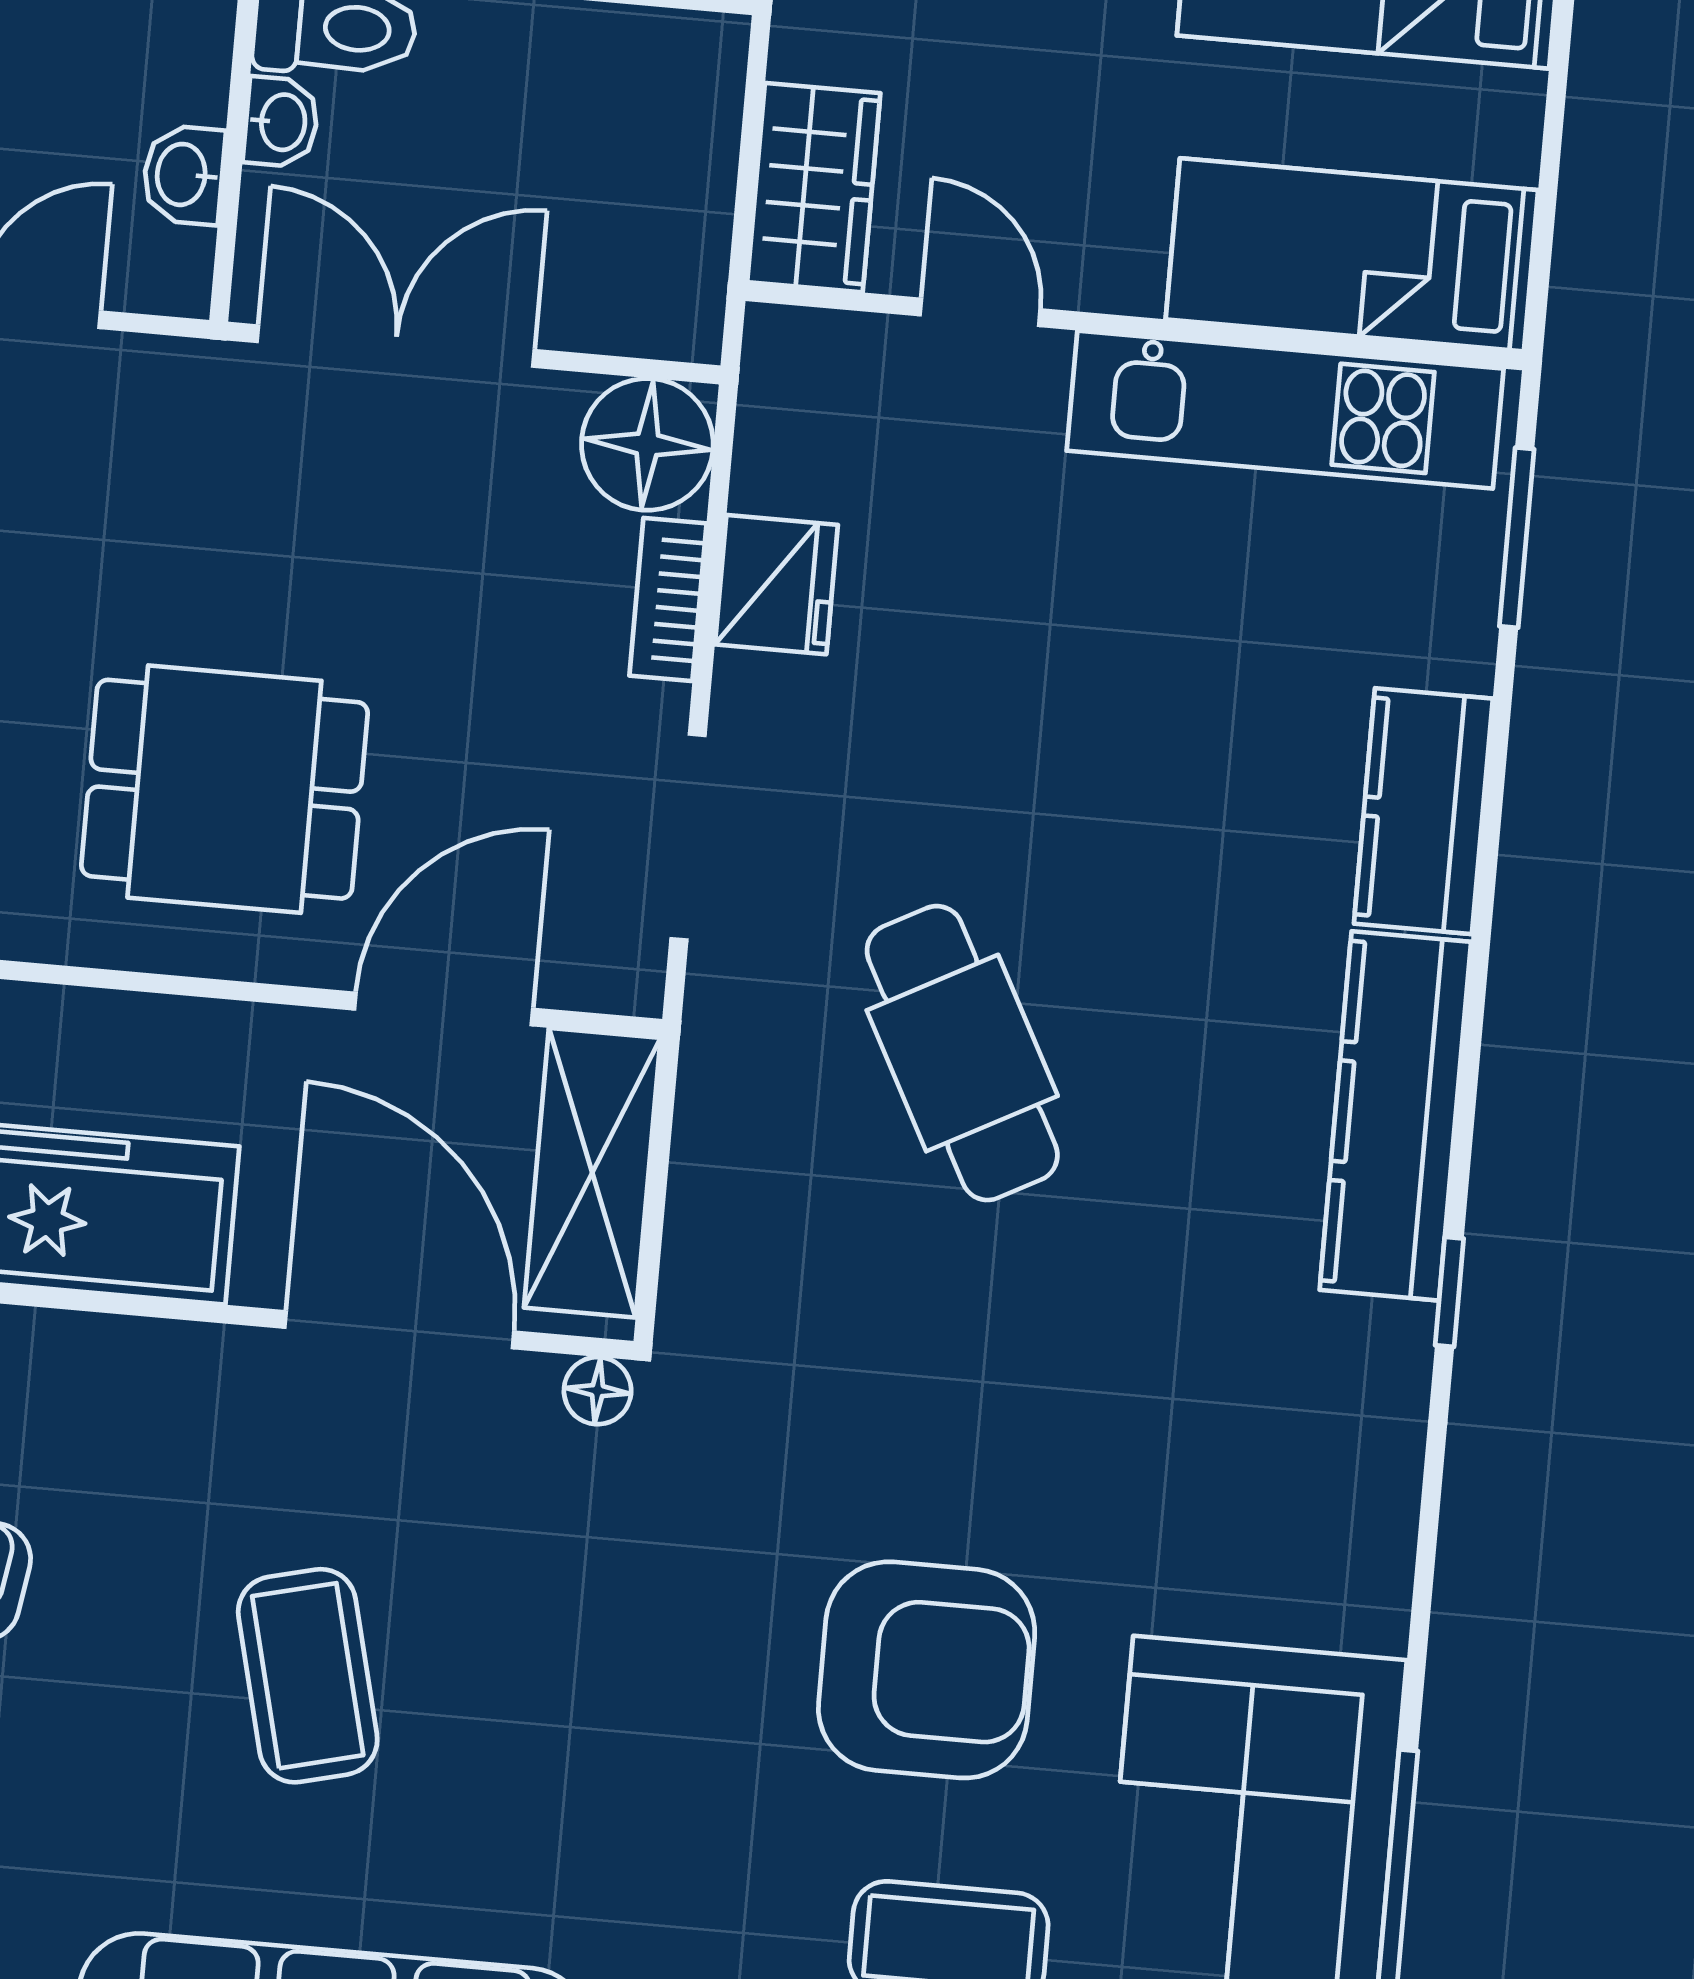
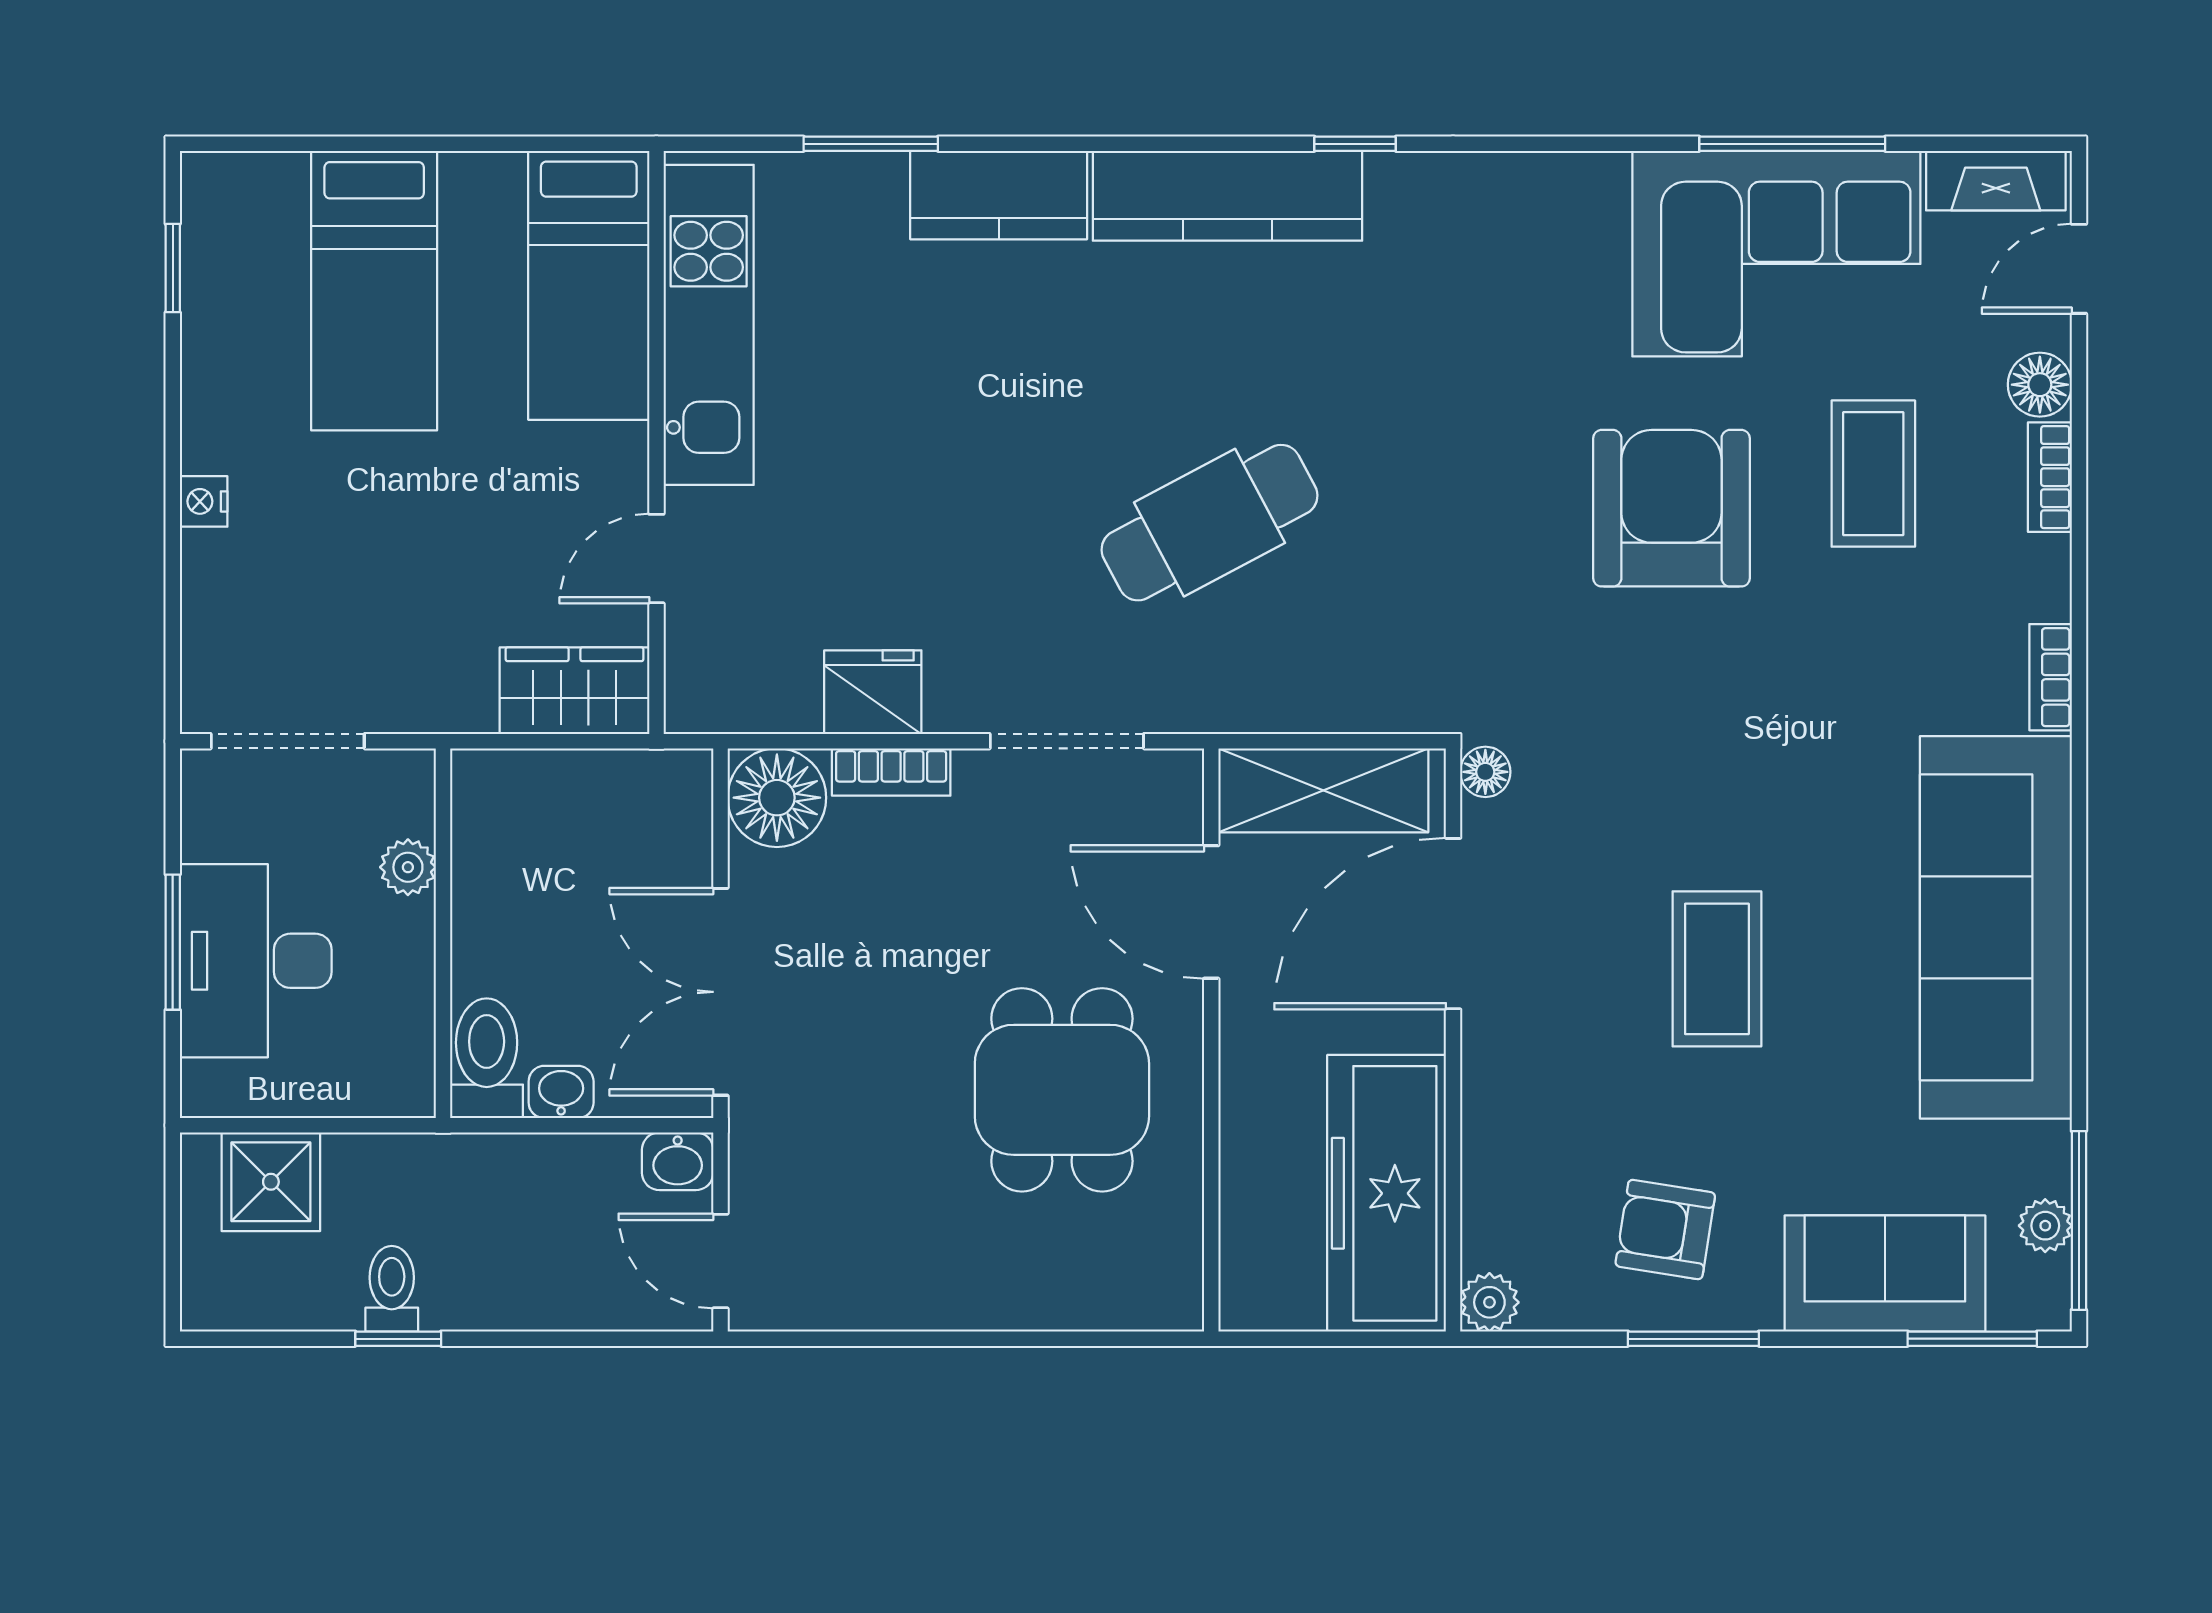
washbasin: (183, 175) -> (678, 1161), moved
window: (1517, 538) -> (871, 144), moved
coffee table: (308, 1676) -> (1717, 969), turned -76

